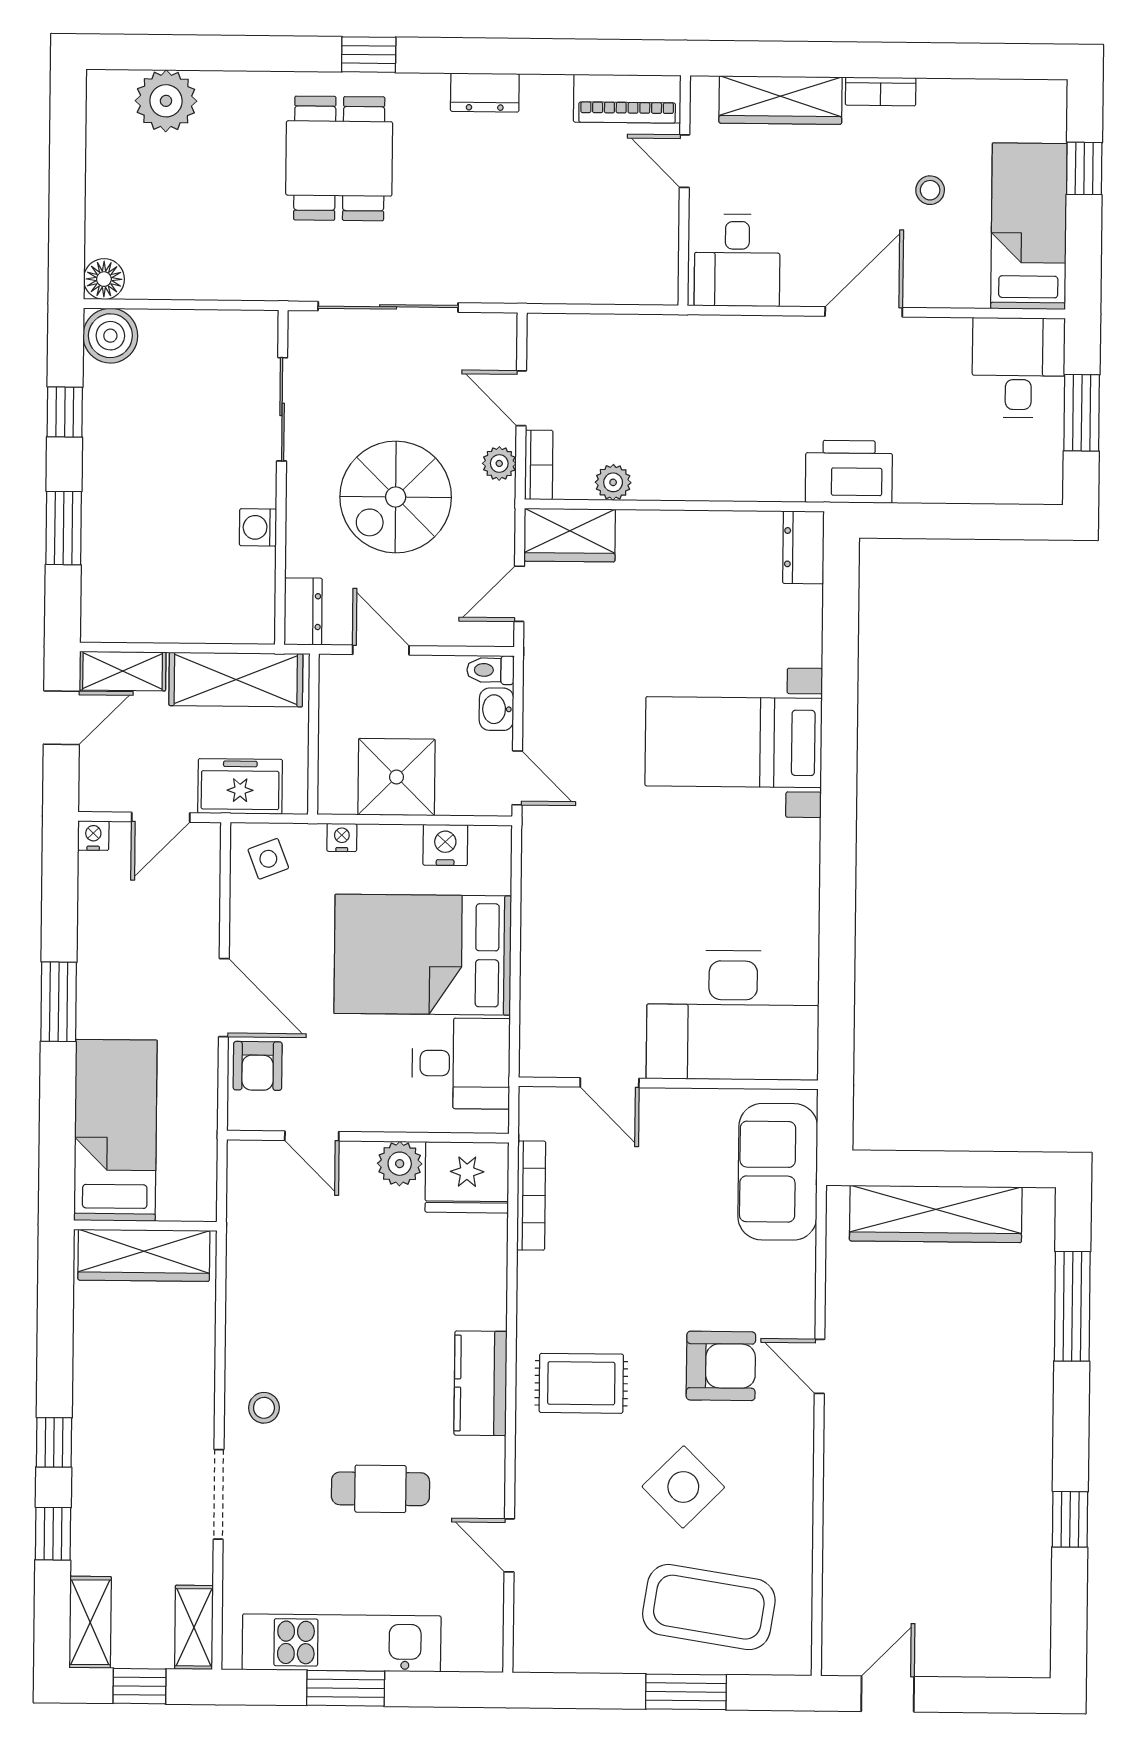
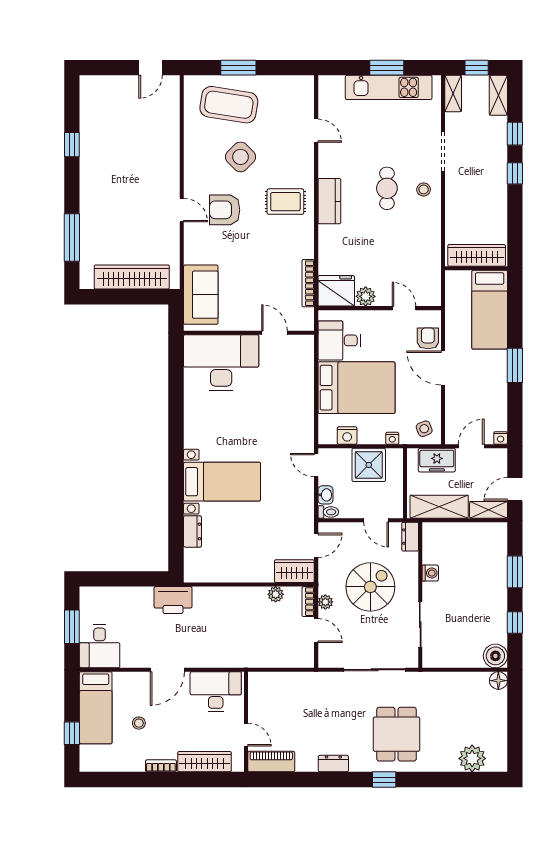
desk: (737, 260) -> (216, 692), width x1.37
dresser: (803, 547) -> (192, 531), moved
cafe table: (380, 1489) -> (387, 188), moved, turned 90

